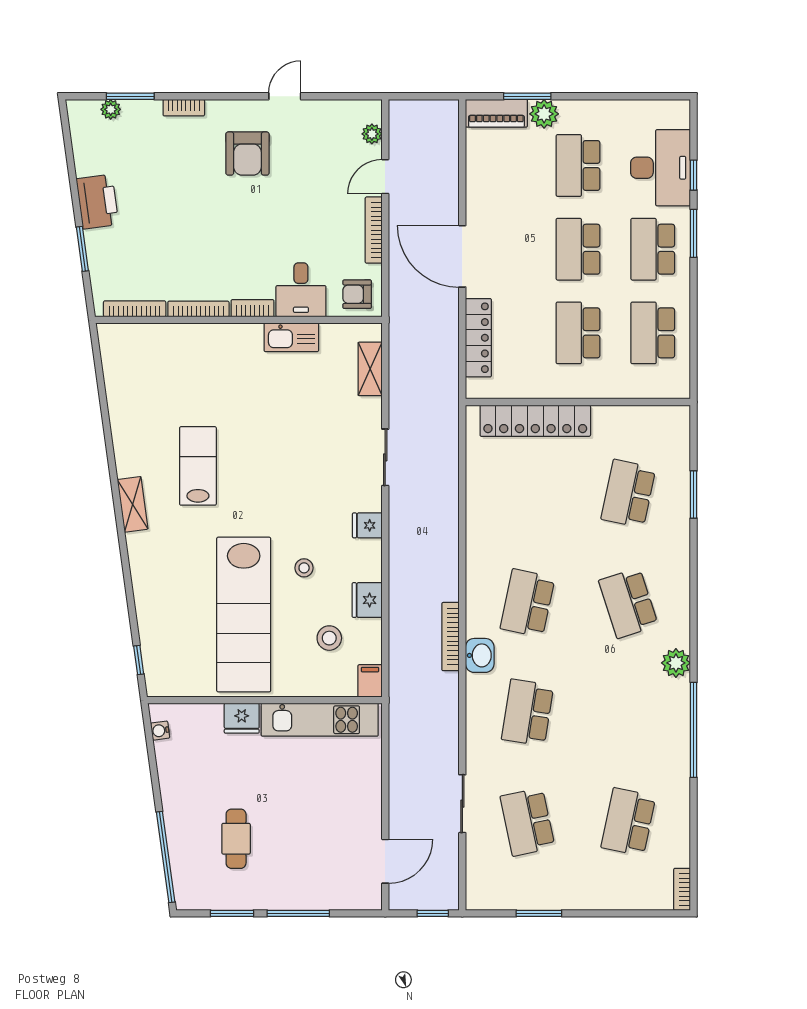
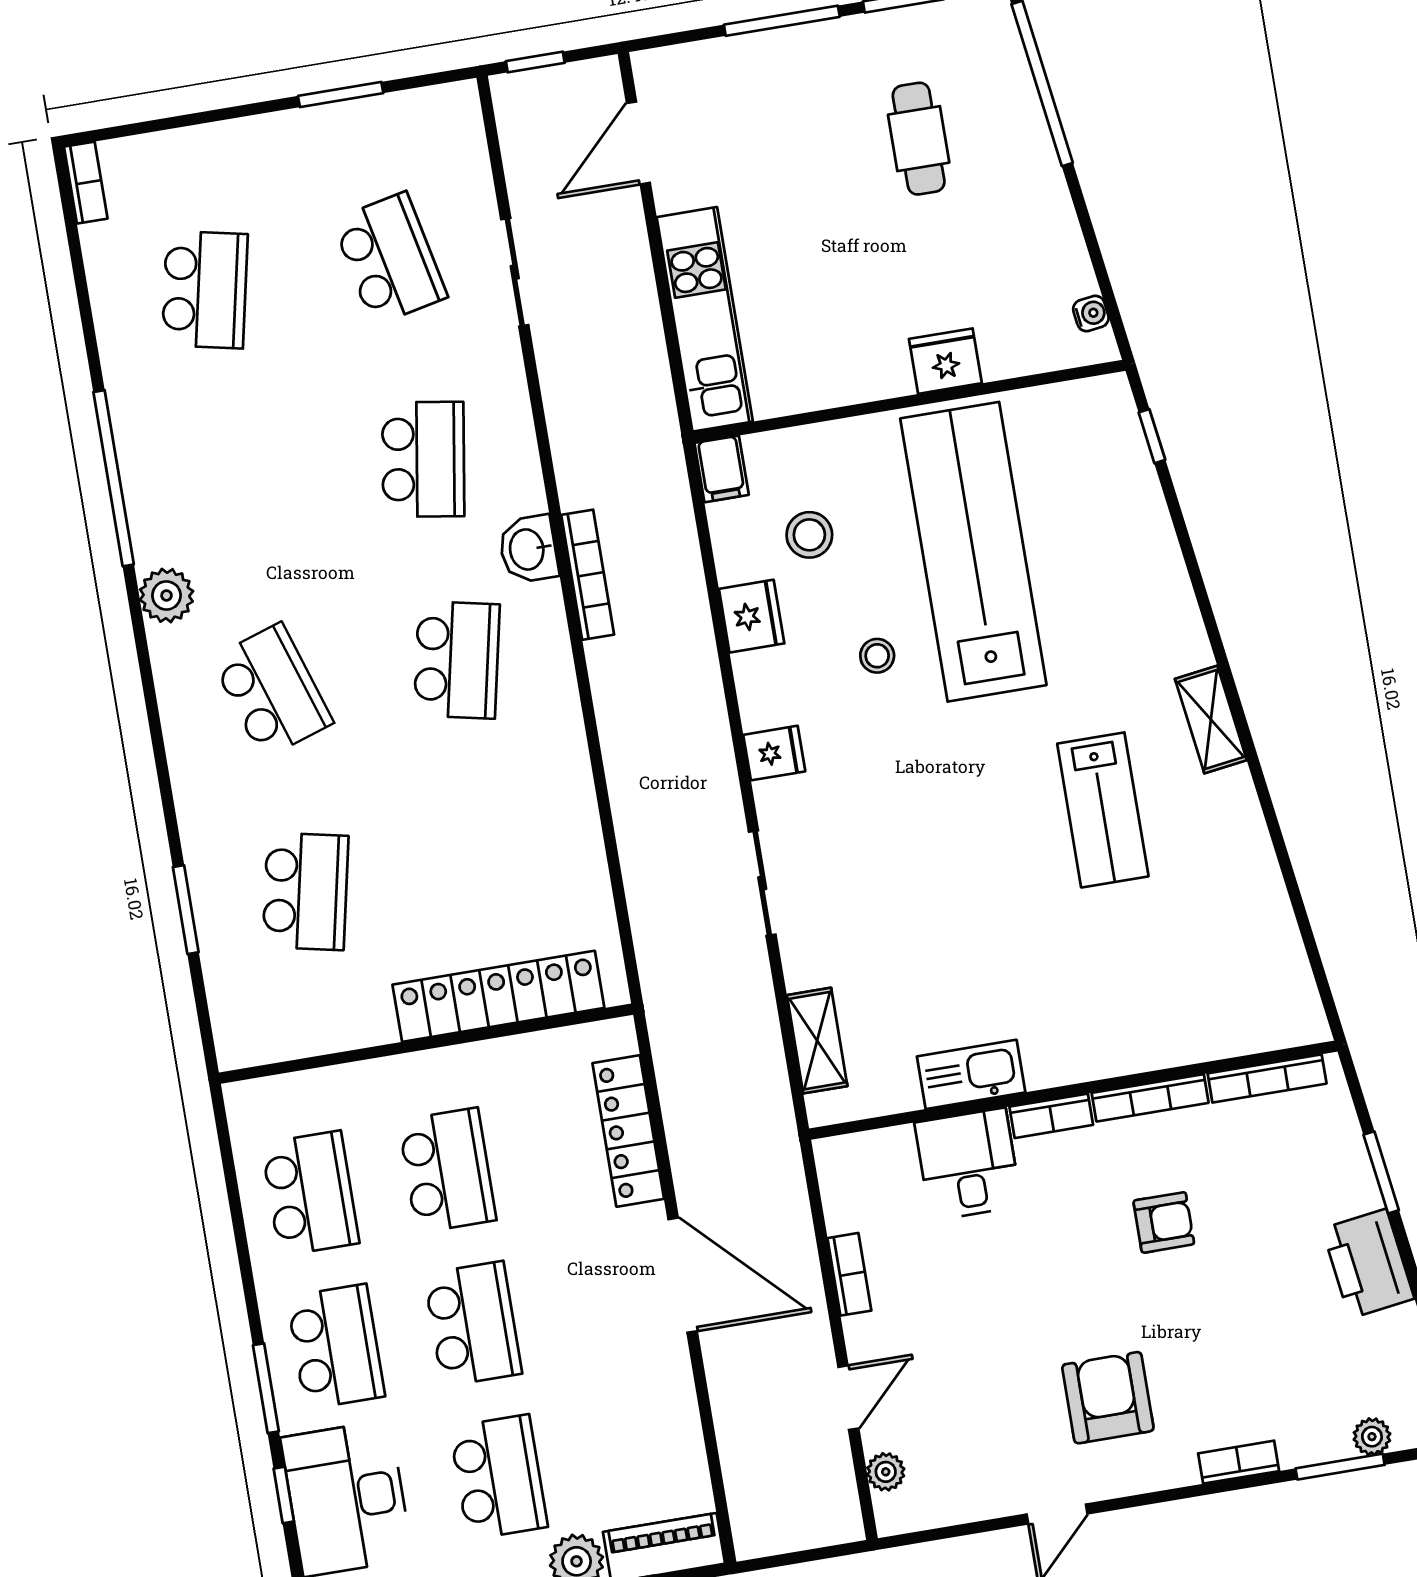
bookcase: (374, 230) -> (849, 1274), width x0.64
armchair: (357, 294) -> (1164, 1222), moved
kitchen unit: (320, 720) -> (705, 319), moved, turned 90

